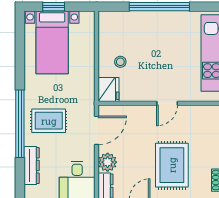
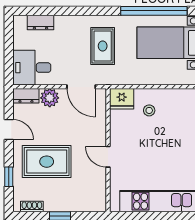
rug: (49, 121) -> (103, 46), moved
window: (20, 124) -> (154, 11), moved
dresser: (32, 166) -> (41, 22), width x0.70

